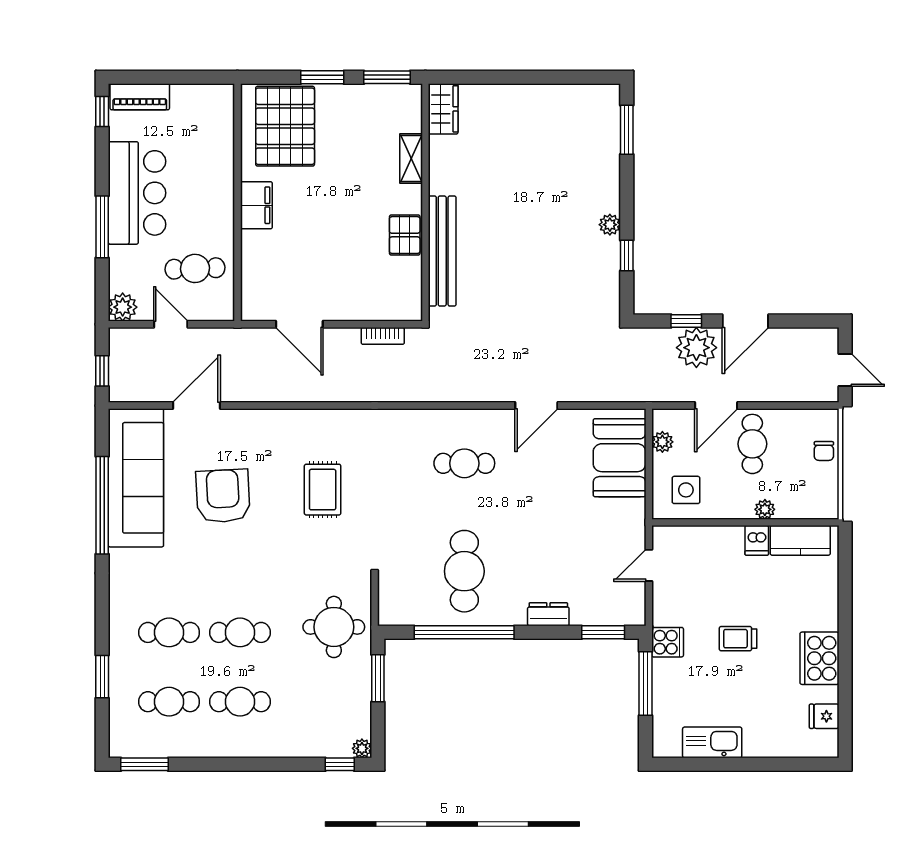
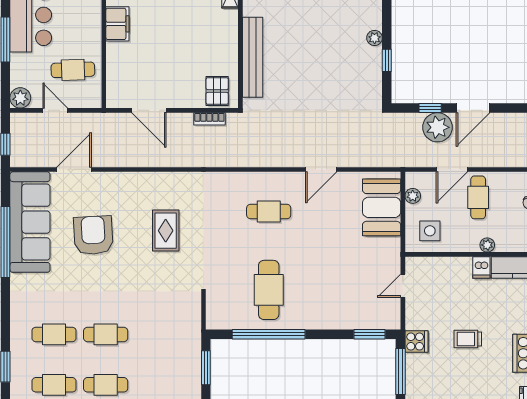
pallet: (405, 235) -> (217, 91), moved
dresser: (548, 614) -> (330, 321), removed
round table: (334, 627) -> (174, 330), removed

